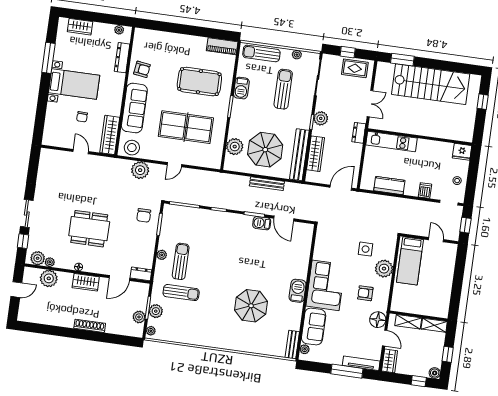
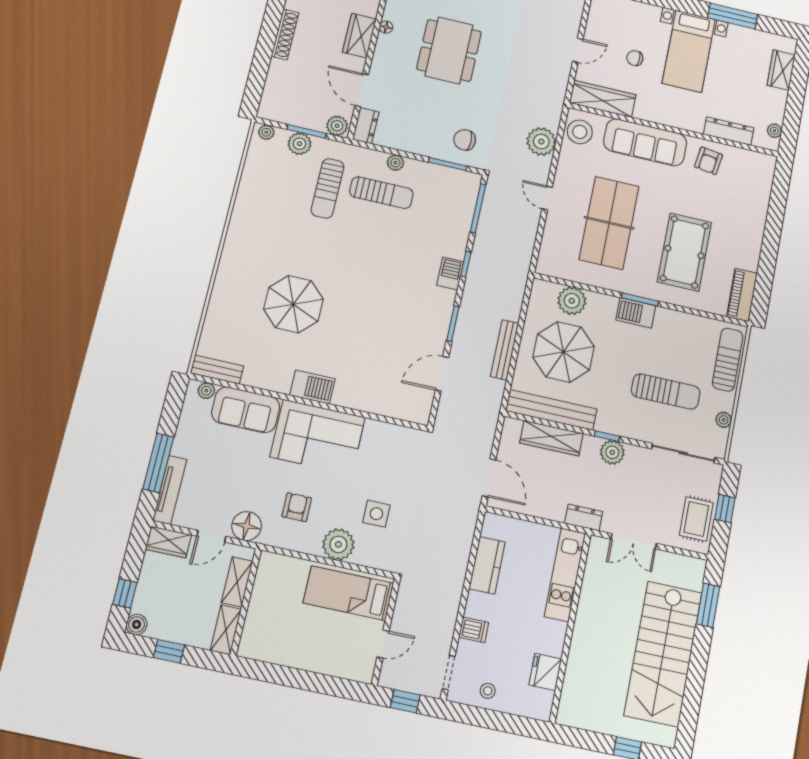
barbecue: (241, 88) -> (636, 313), moved
fridge: (462, 152) -> (545, 672), moved
barbecue: (262, 223) -> (450, 274), moved
plant: (139, 317) -> (337, 126), moved

